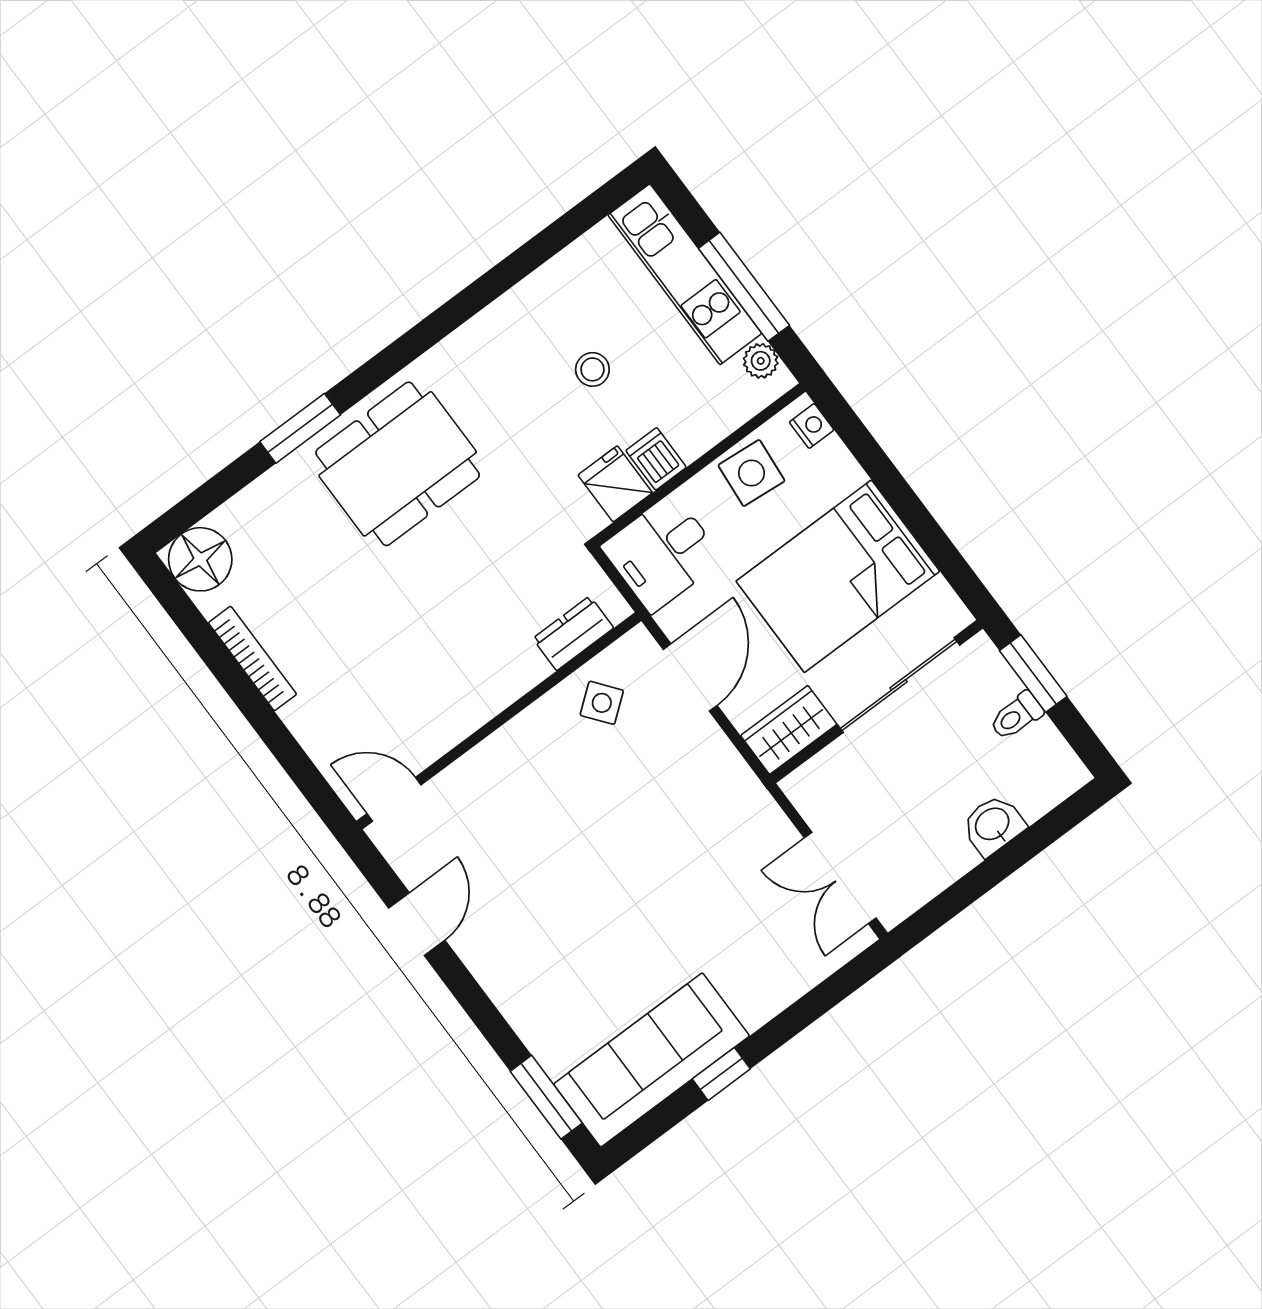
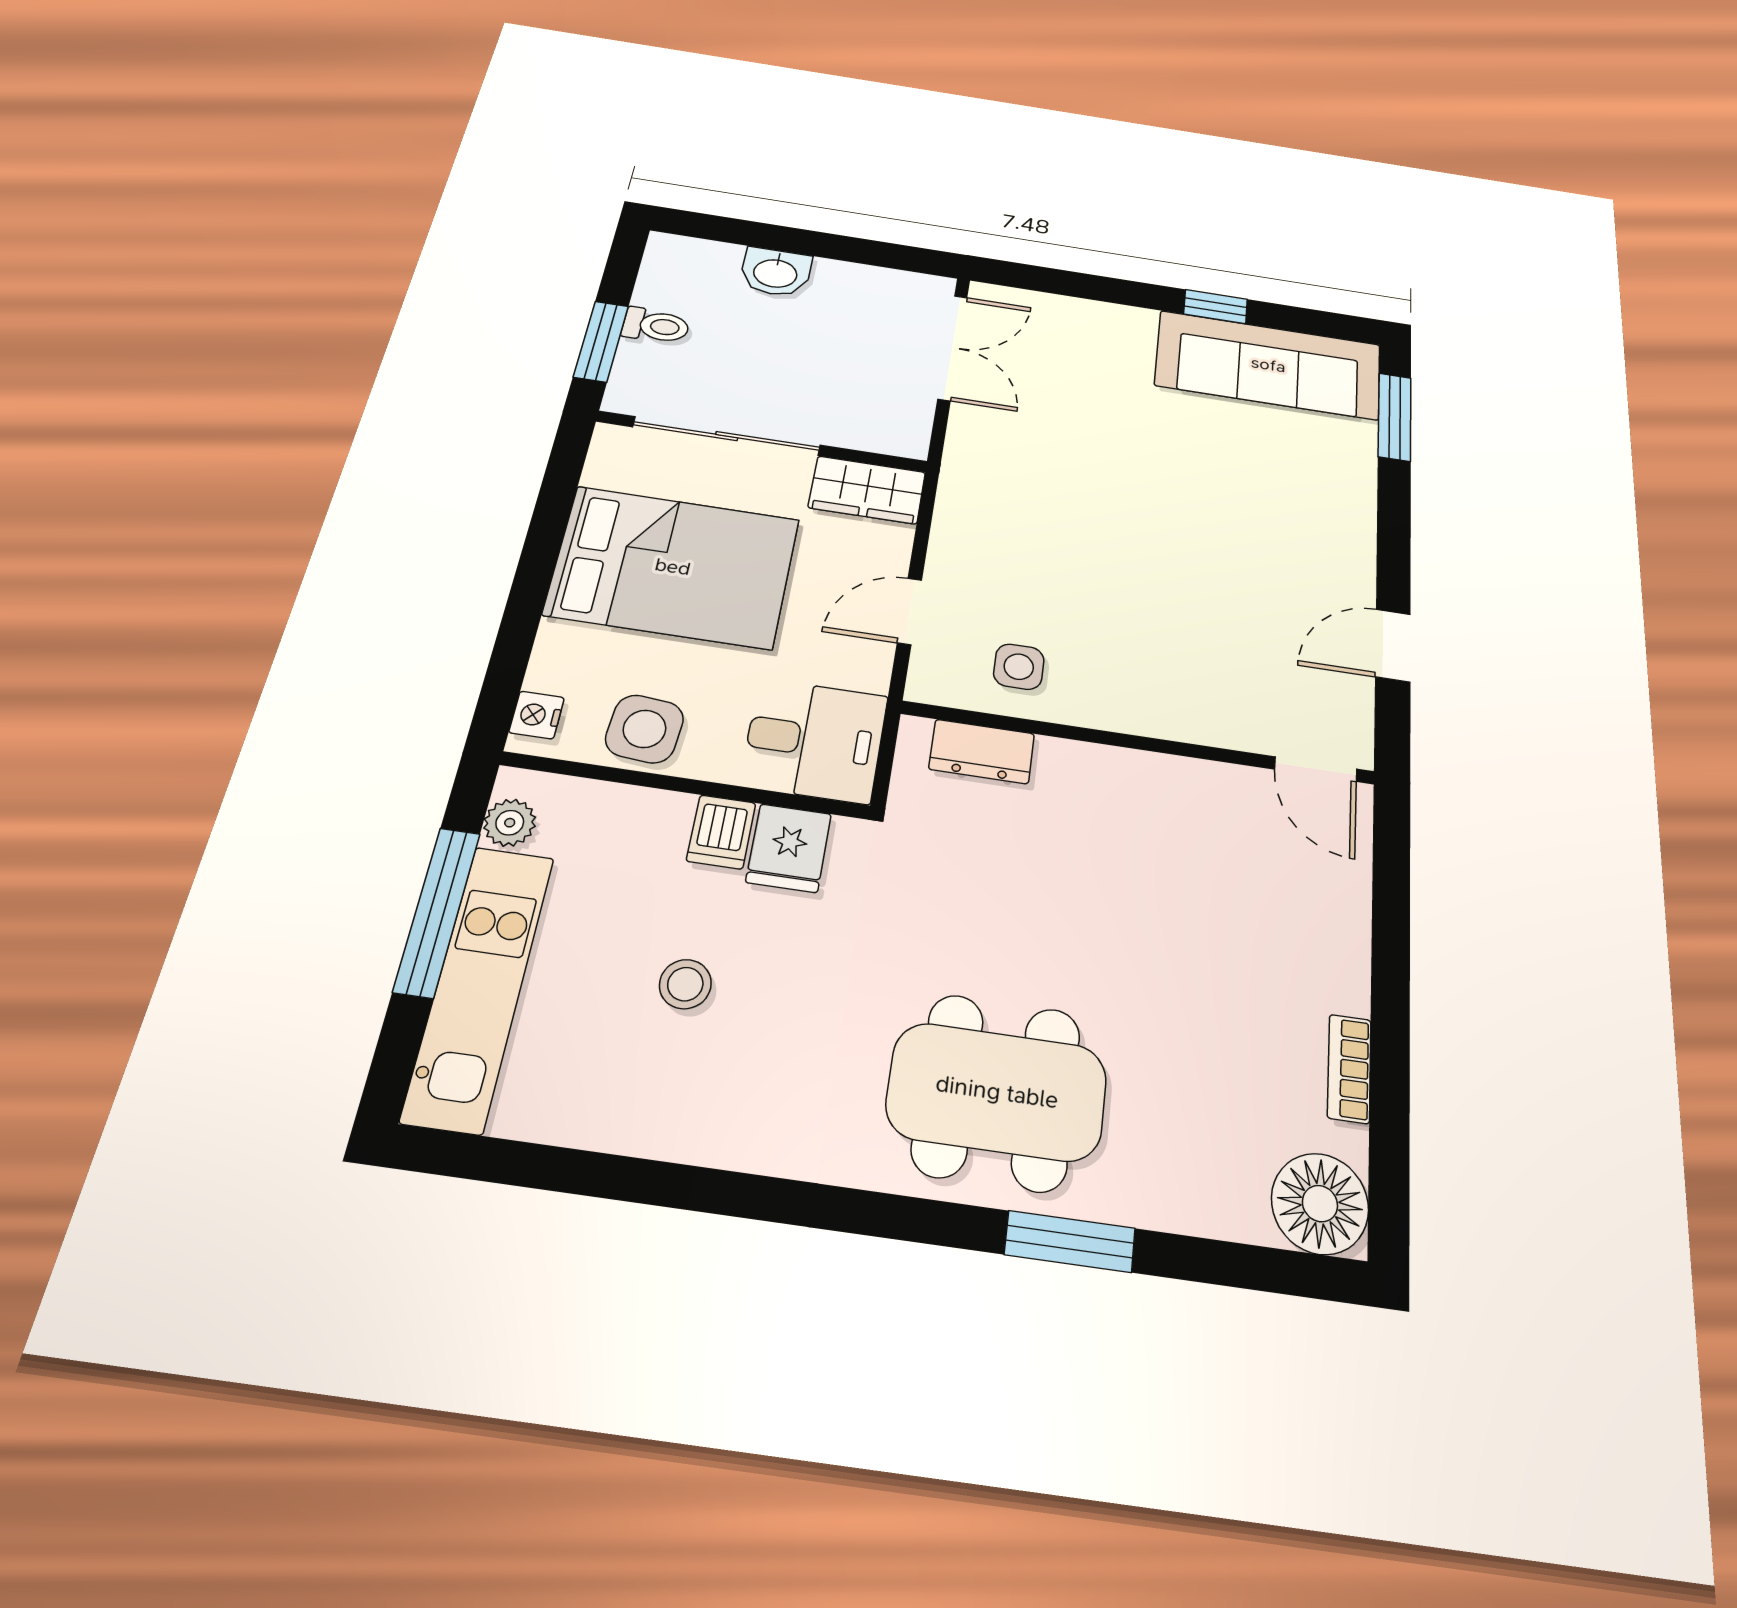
bookcase: (252, 658) -> (1349, 1069), width x0.64
door: (690, 677) -> (910, 611), width x0.73
side table: (602, 703) -> (1019, 667), turned 38

